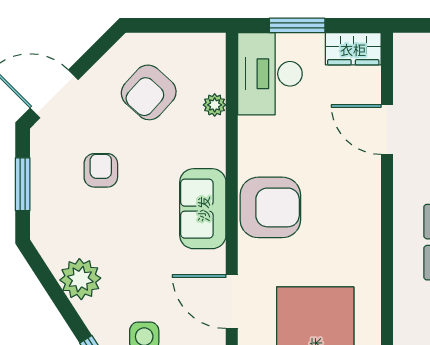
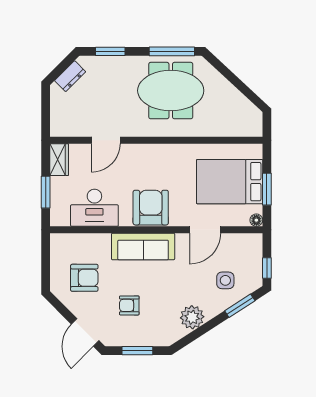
desk: (270, 74) -> (94, 208), moved
armchair: (149, 92) -> (84, 278), turned -42
plant: (215, 105) -> (92, 240), removed
sofa: (203, 209) -> (143, 246), width x1.36

